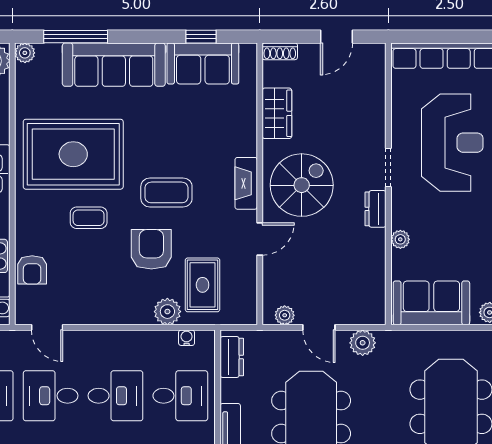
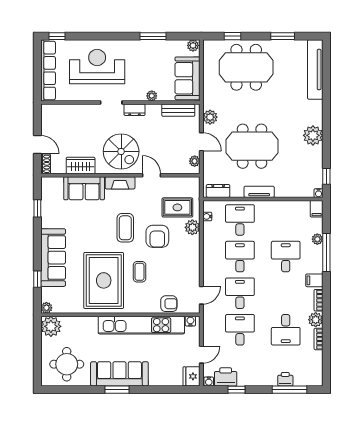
window: (76, 37) -> (37, 279), width x0.46
door: (336, 37) -> (37, 145), moved
sofa: (203, 63) -> (84, 188), moved, turned 90
spiral stairs: (302, 185) -> (121, 151), turned 180
armchair: (151, 249) -> (157, 236), turned -90
bench: (375, 287) -> (178, 110), added
door: (319, 327) -> (201, 142), hinge flipped
desk: (51, 396) -> (240, 293), turned 180

